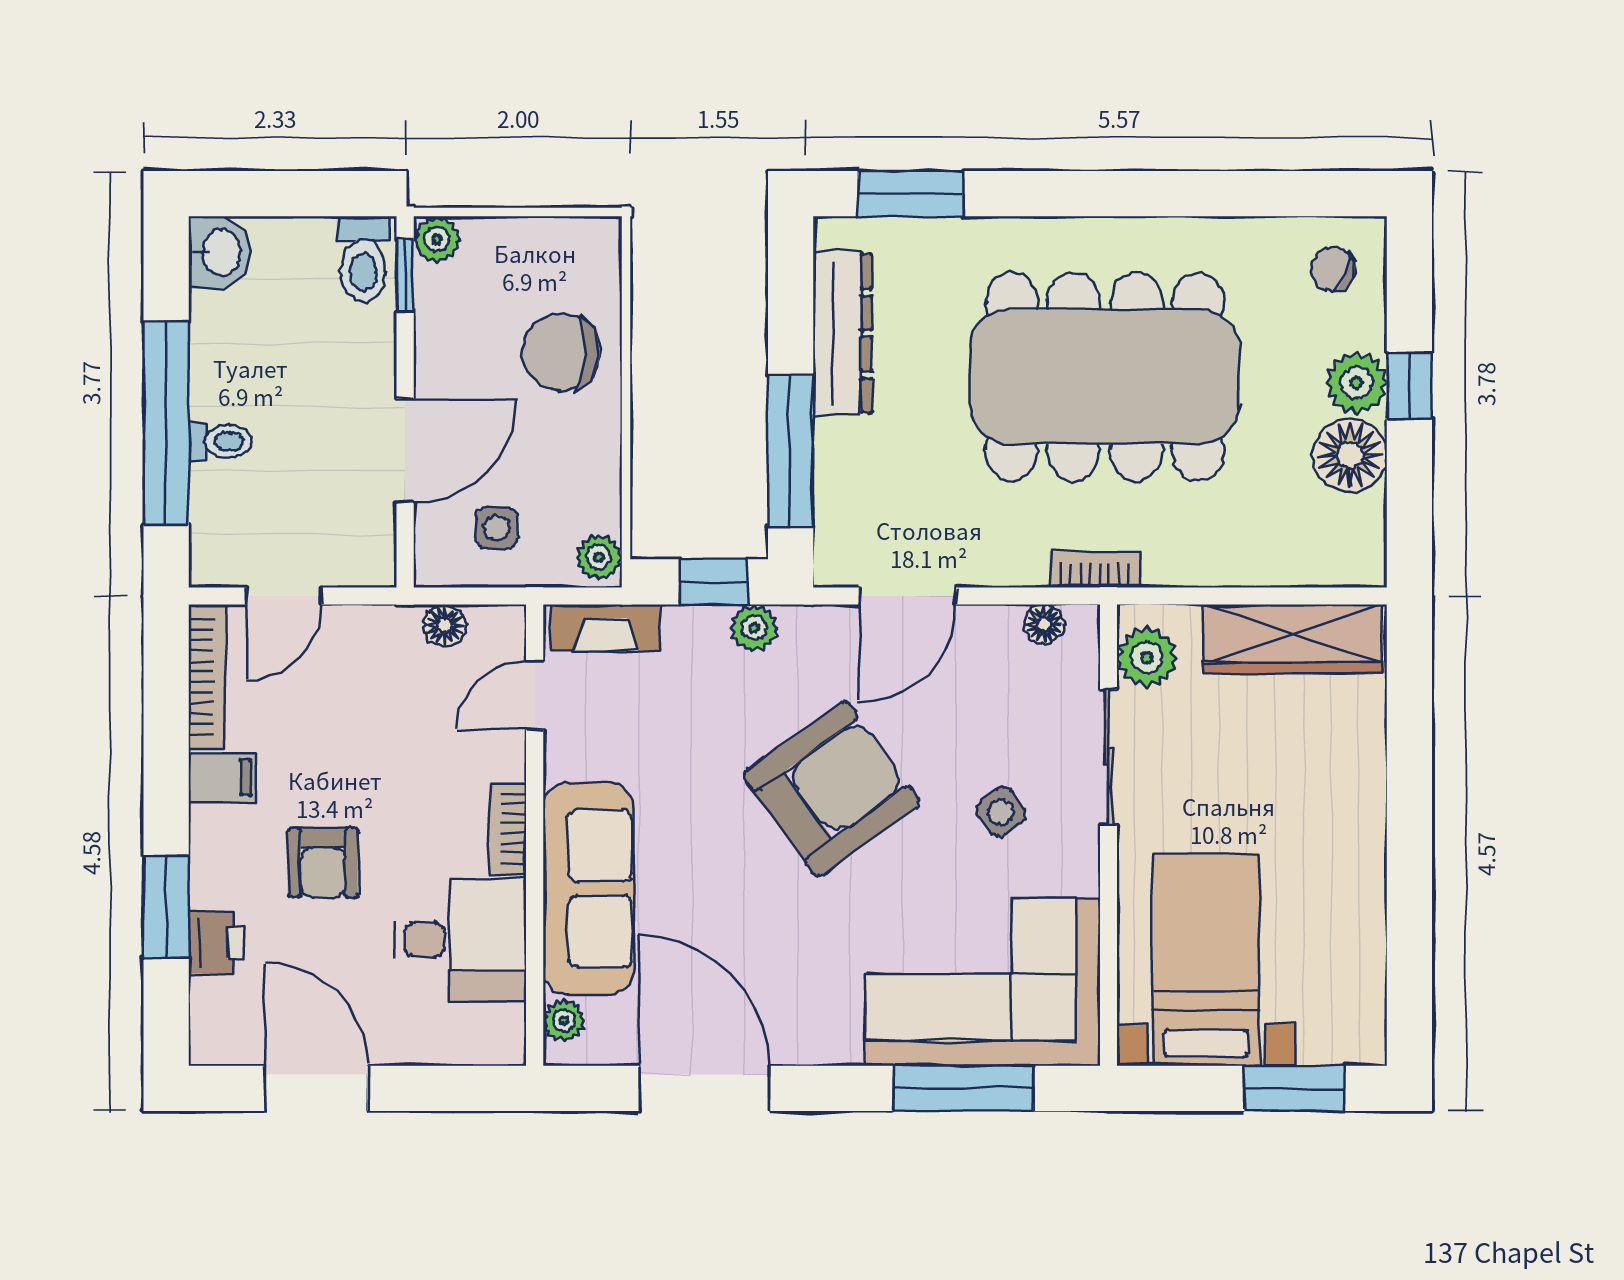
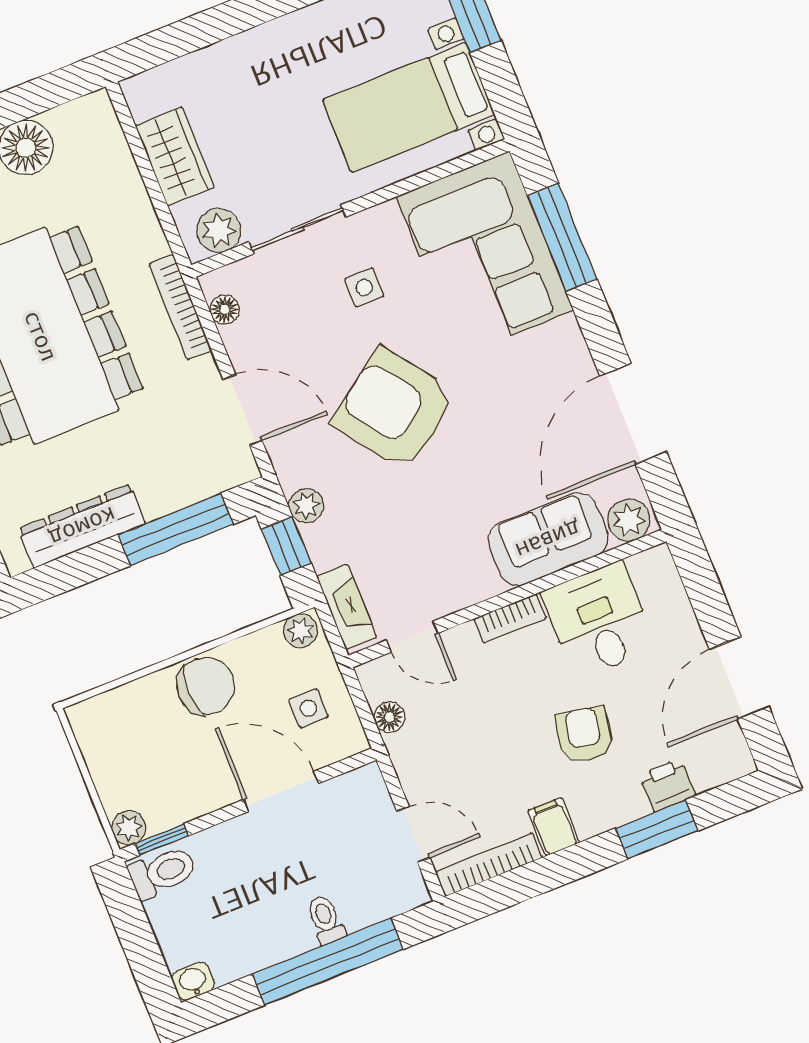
washbasin: (219, 253) -> (193, 981), width x0.72, depth x0.69
chair: (561, 352) -> (206, 686), moved, turned -94
bookcase: (1095, 569) -> (180, 307), width x1.56
wardrobe: (1293, 639) -> (175, 156), width x0.67
side table: (1001, 812) -> (364, 287), turned 35
armchair: (323, 863) -> (584, 735), turned -79
sofa: (588, 889) -> (548, 539), width x0.73
plant: (564, 1021) -> (629, 520), width x1.38, depth x1.38

